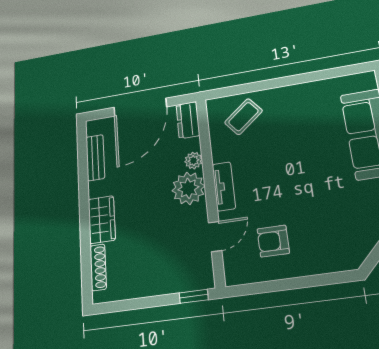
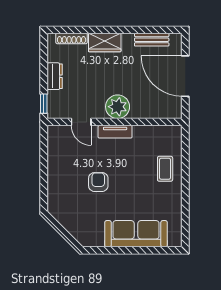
coffee table: (243, 117) -> (165, 169), moved, turned 39
dresser: (188, 120) -> (55, 76), moved, turned 90
plant: (193, 161) -> (137, 112), removed
armchair: (273, 241) -> (98, 182), moved

